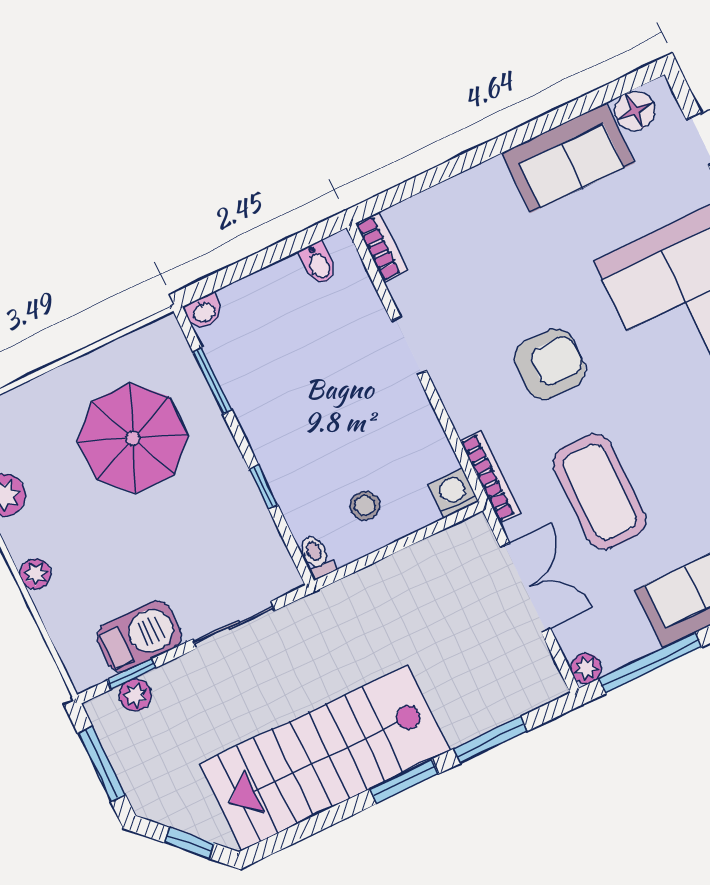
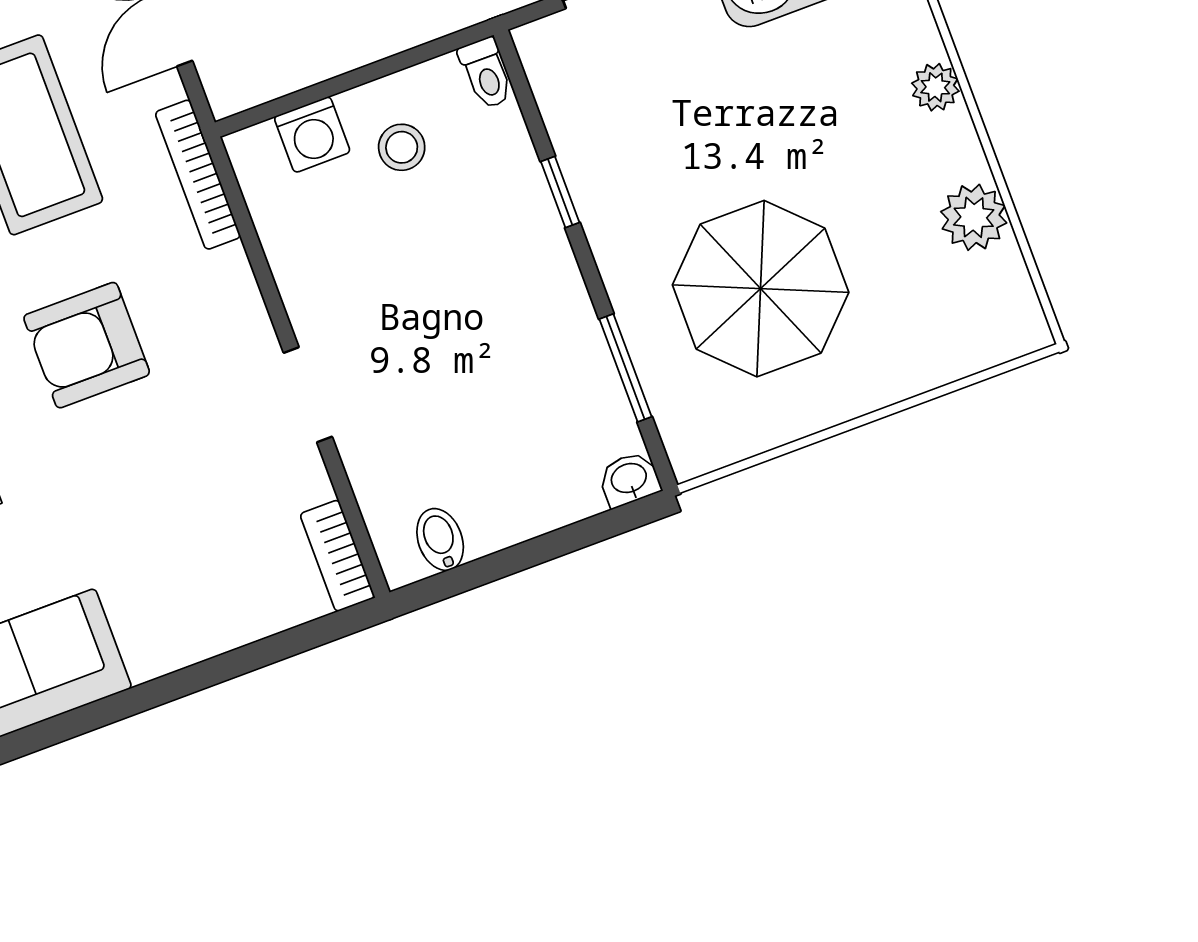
washing machine: (454, 493) -> (312, 134), moved

